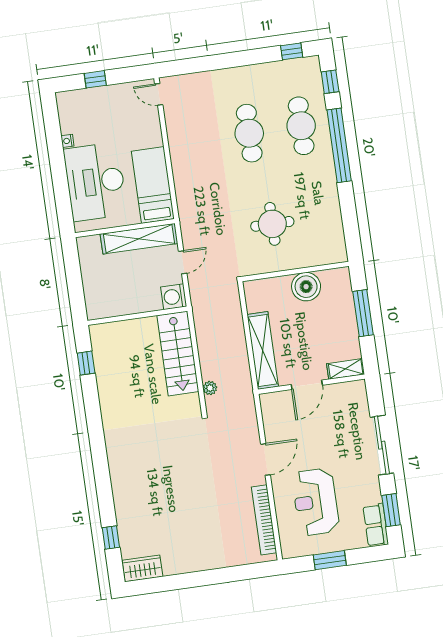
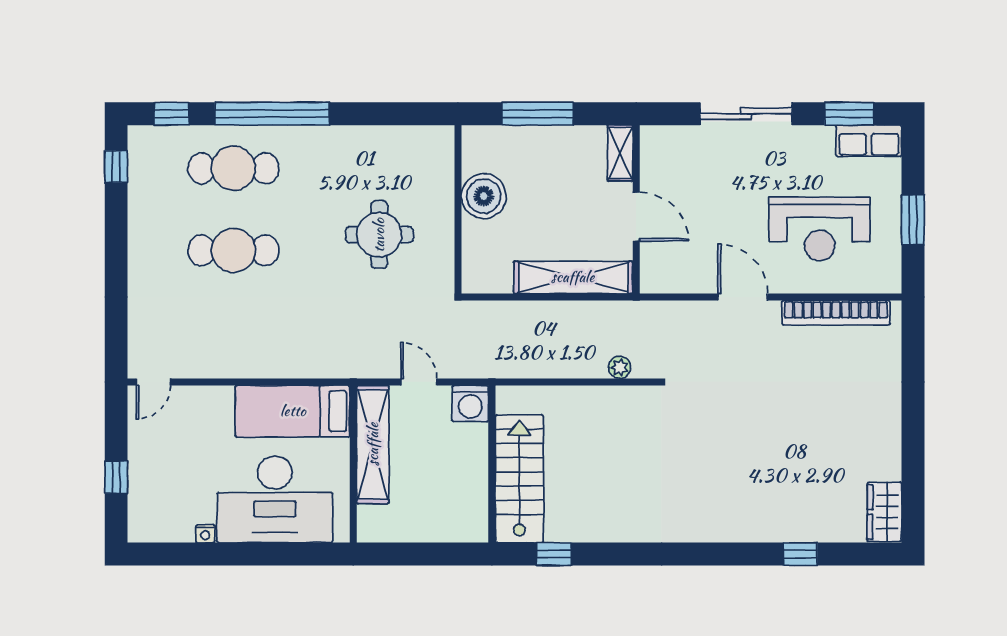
stairs: (178, 353) -> (519, 479), moved, turned -90
window: (111, 538) -> (800, 554), moved

